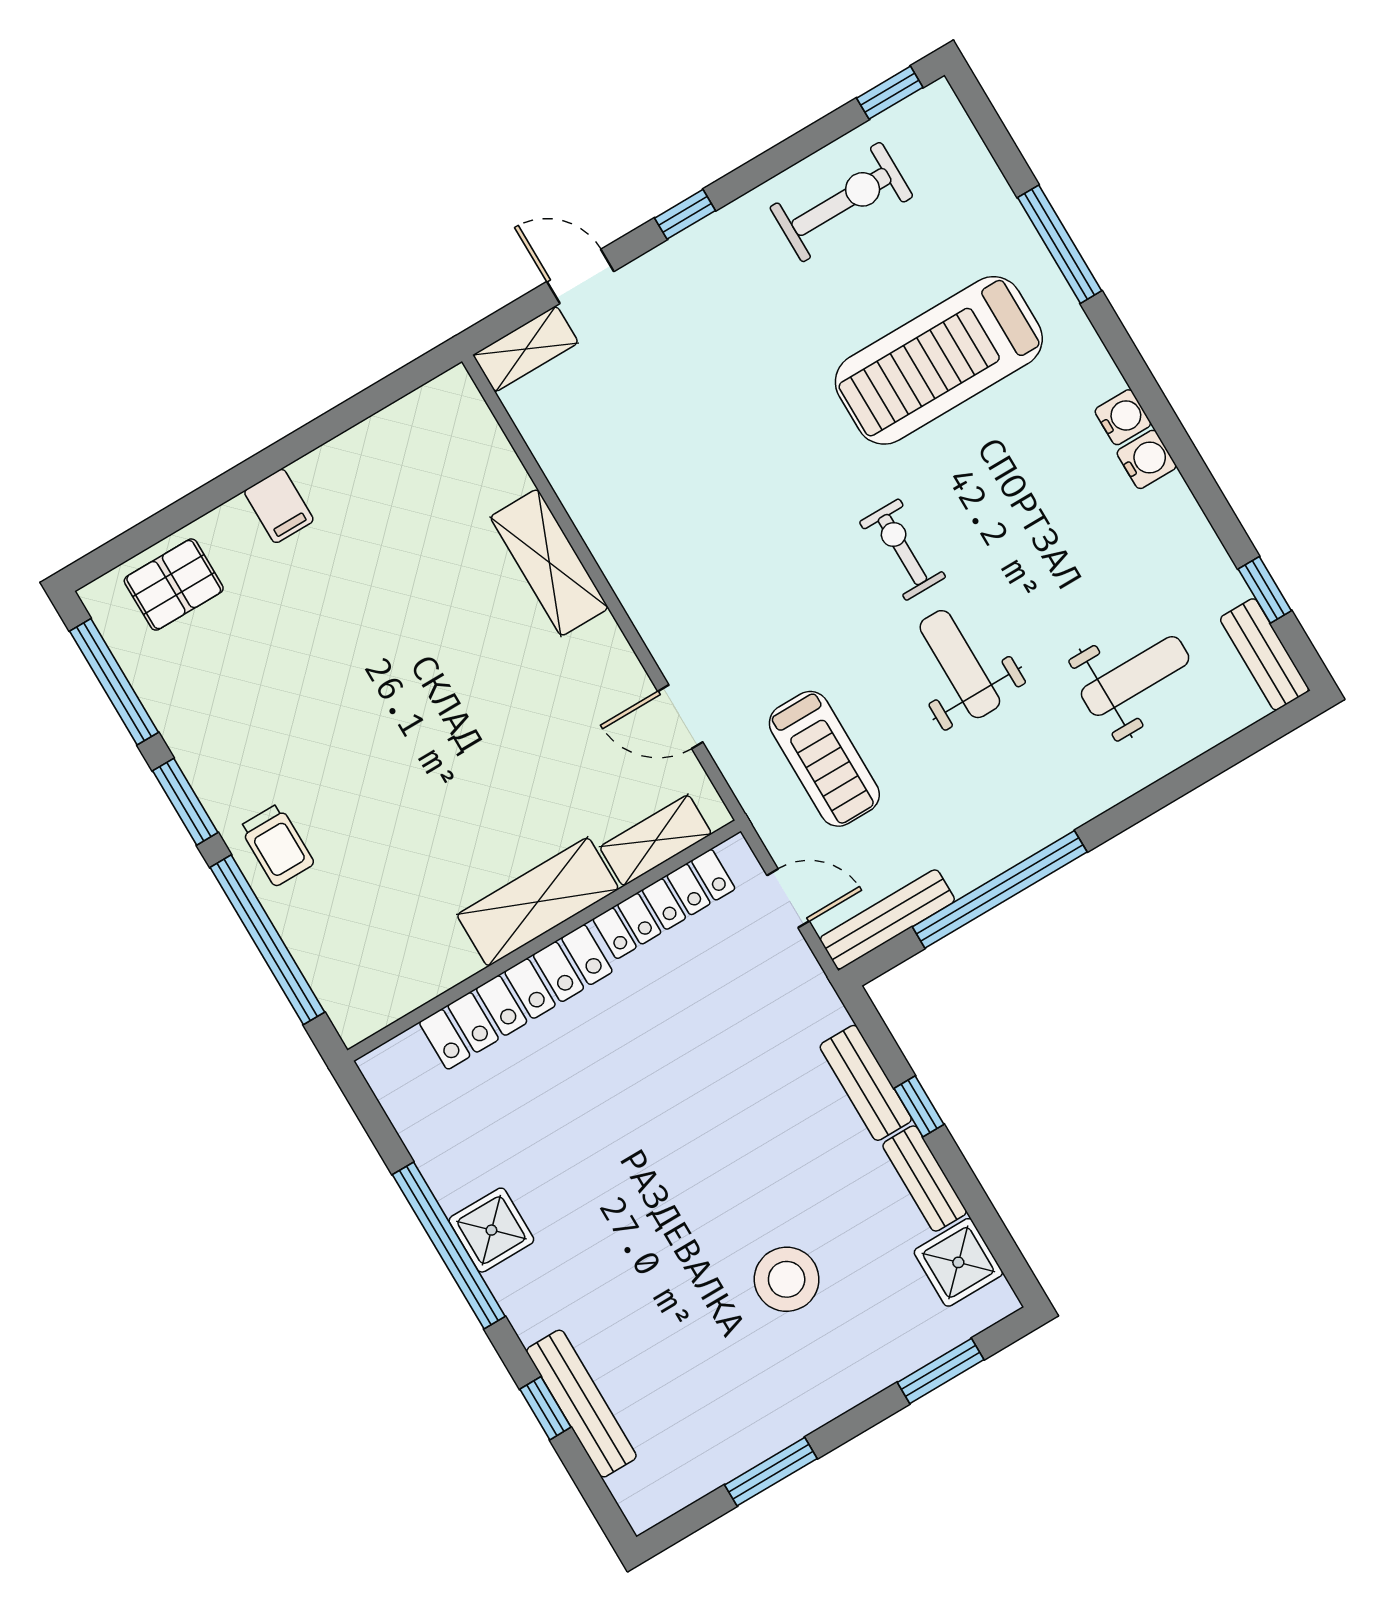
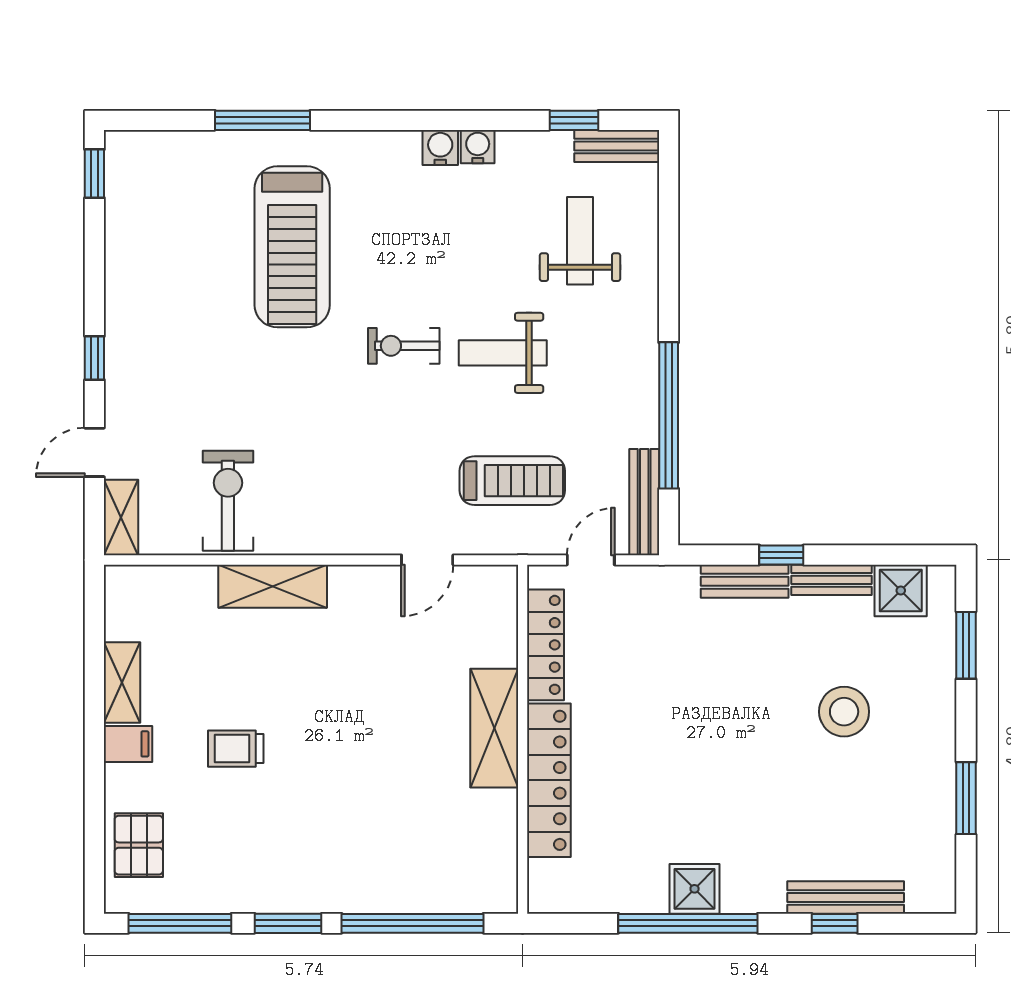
exercise bike: (841, 202) -> (228, 501), moved
water cooler: (1123, 417) -> (478, 147), moved
shelving: (656, 840) -> (122, 683), moved
trolley: (277, 845) -> (236, 749), moved, turned 180

